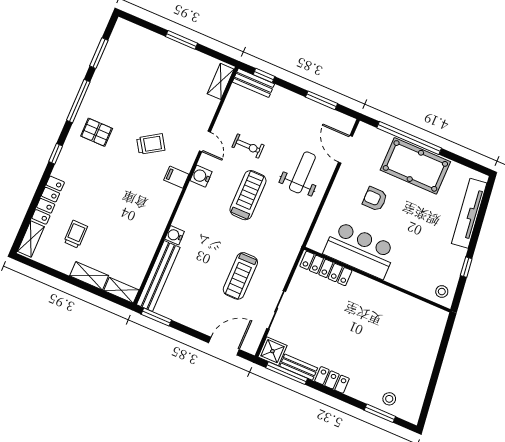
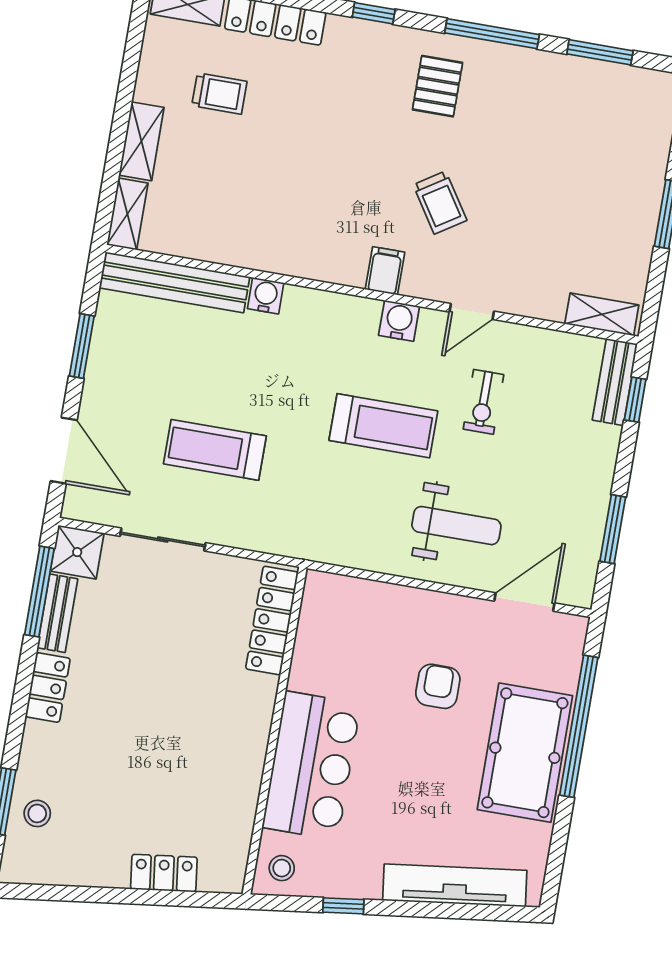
bar counter: (360, 250) -> (311, 766), moved
window: (156, 317) -> (82, 346), moved
locker: (431, 347) -> (164, 873), added

